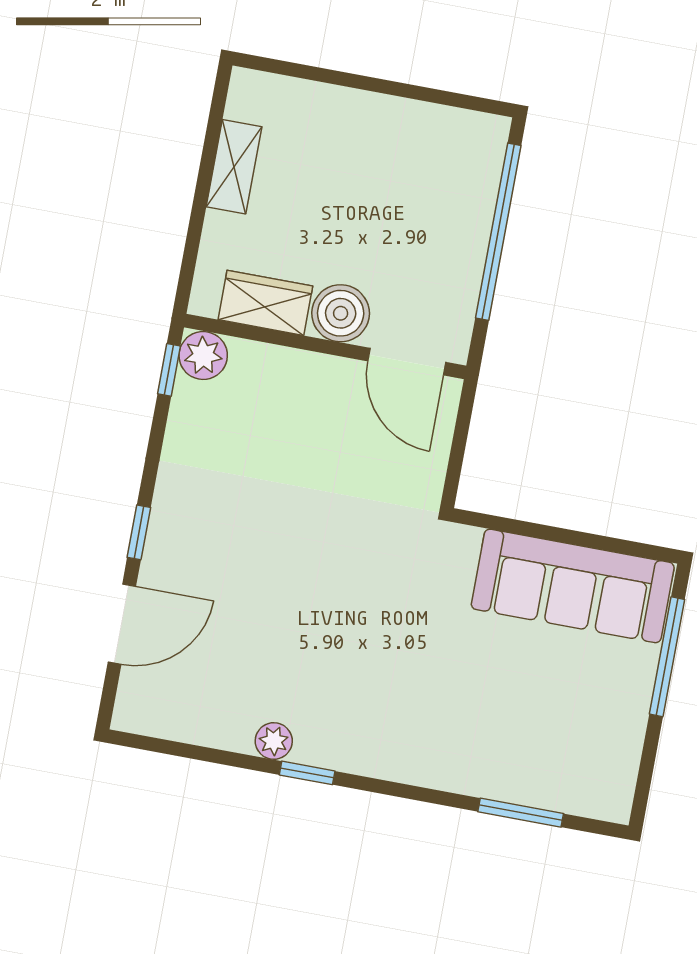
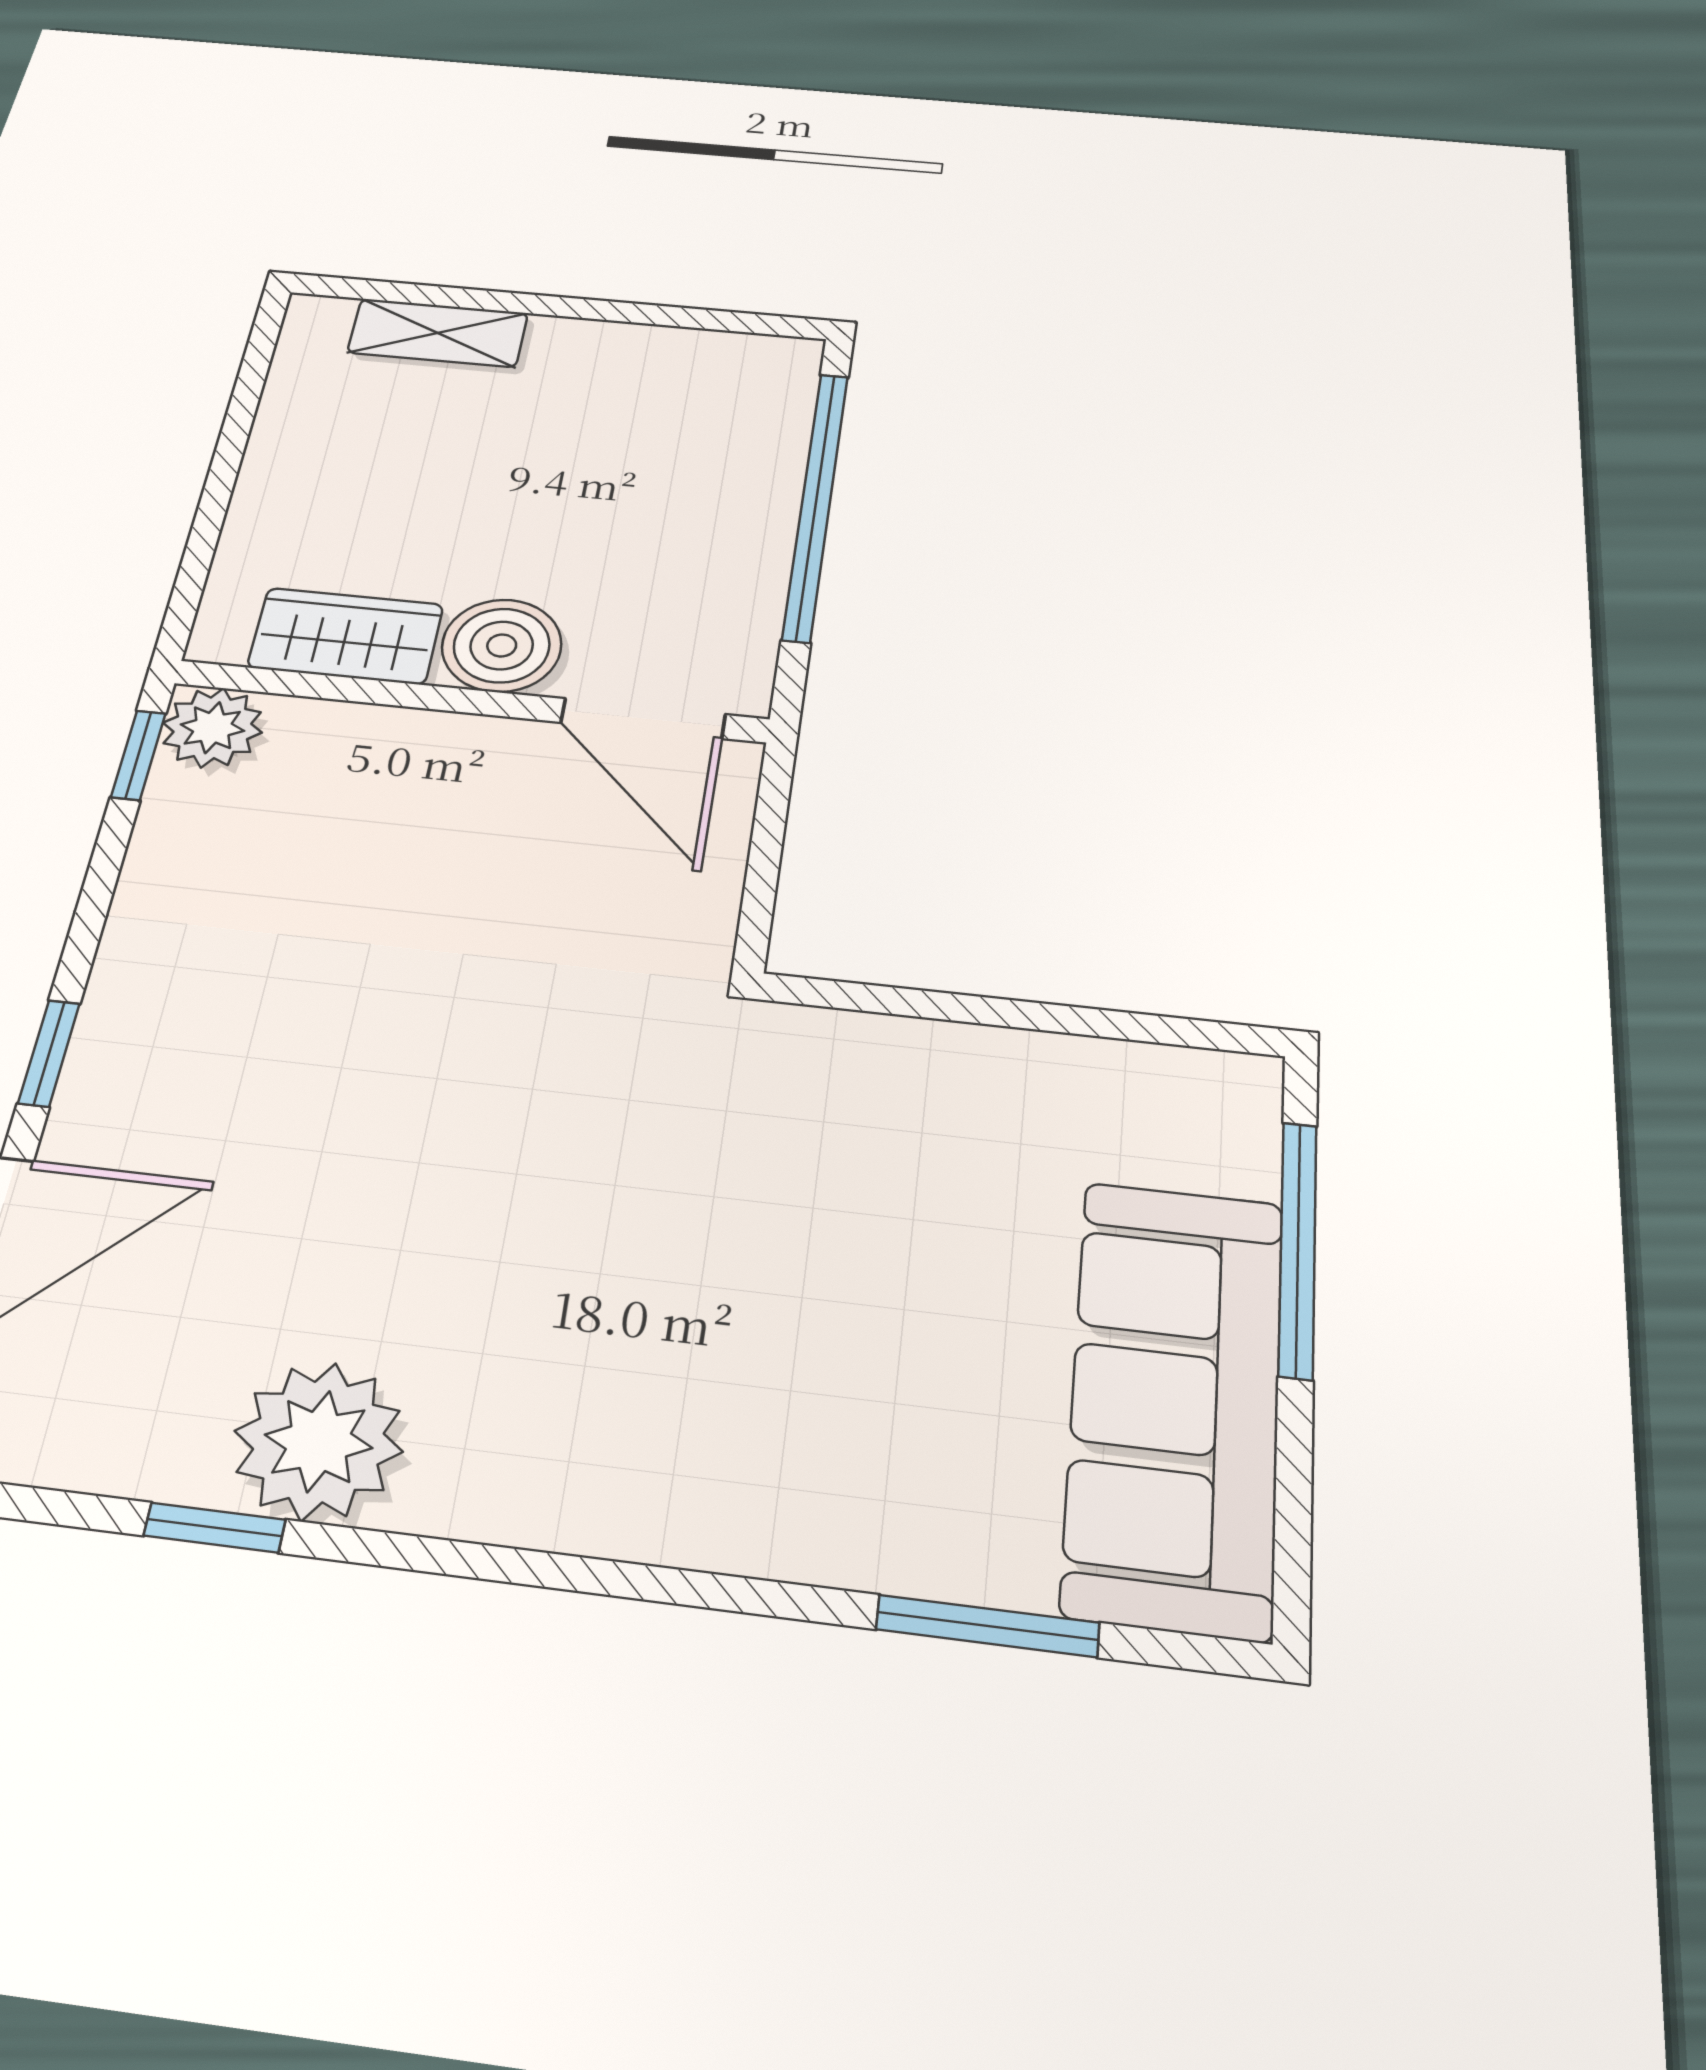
shelving: (234, 167) -> (438, 333), moved, turned 90
sofa: (573, 586) -> (1175, 1403), moved, turned 90
plant: (274, 741) -> (319, 1441), width x1.87, depth x1.87
window: (307, 773) -> (215, 1528), moved

